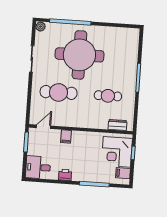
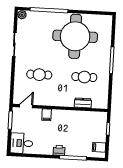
round table: (79, 55) -> (75, 36), moved
cafe table: (59, 92) -> (39, 75), width x0.73, depth x0.74
dresser: (117, 125) -> (83, 103), moved
corner desk: (117, 152) -> (93, 128), removed
printer: (65, 175) -> (59, 150), moved

